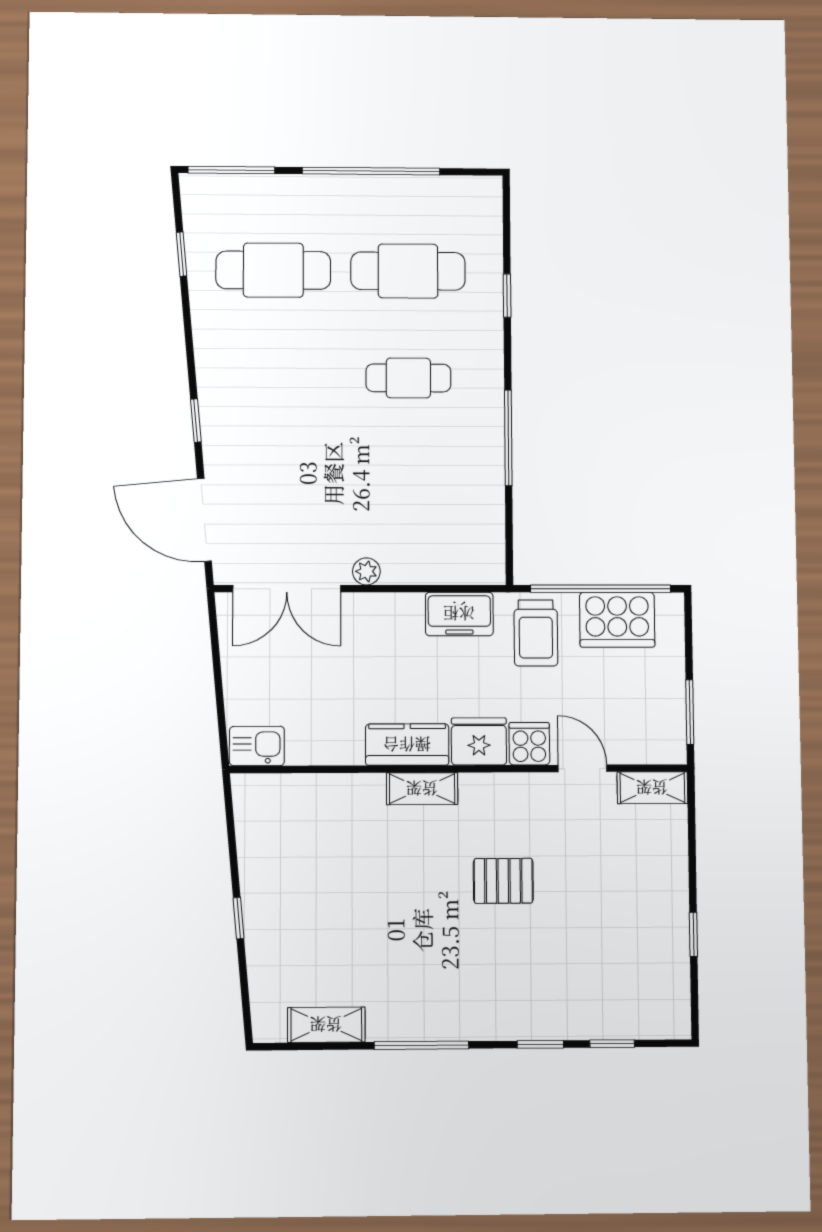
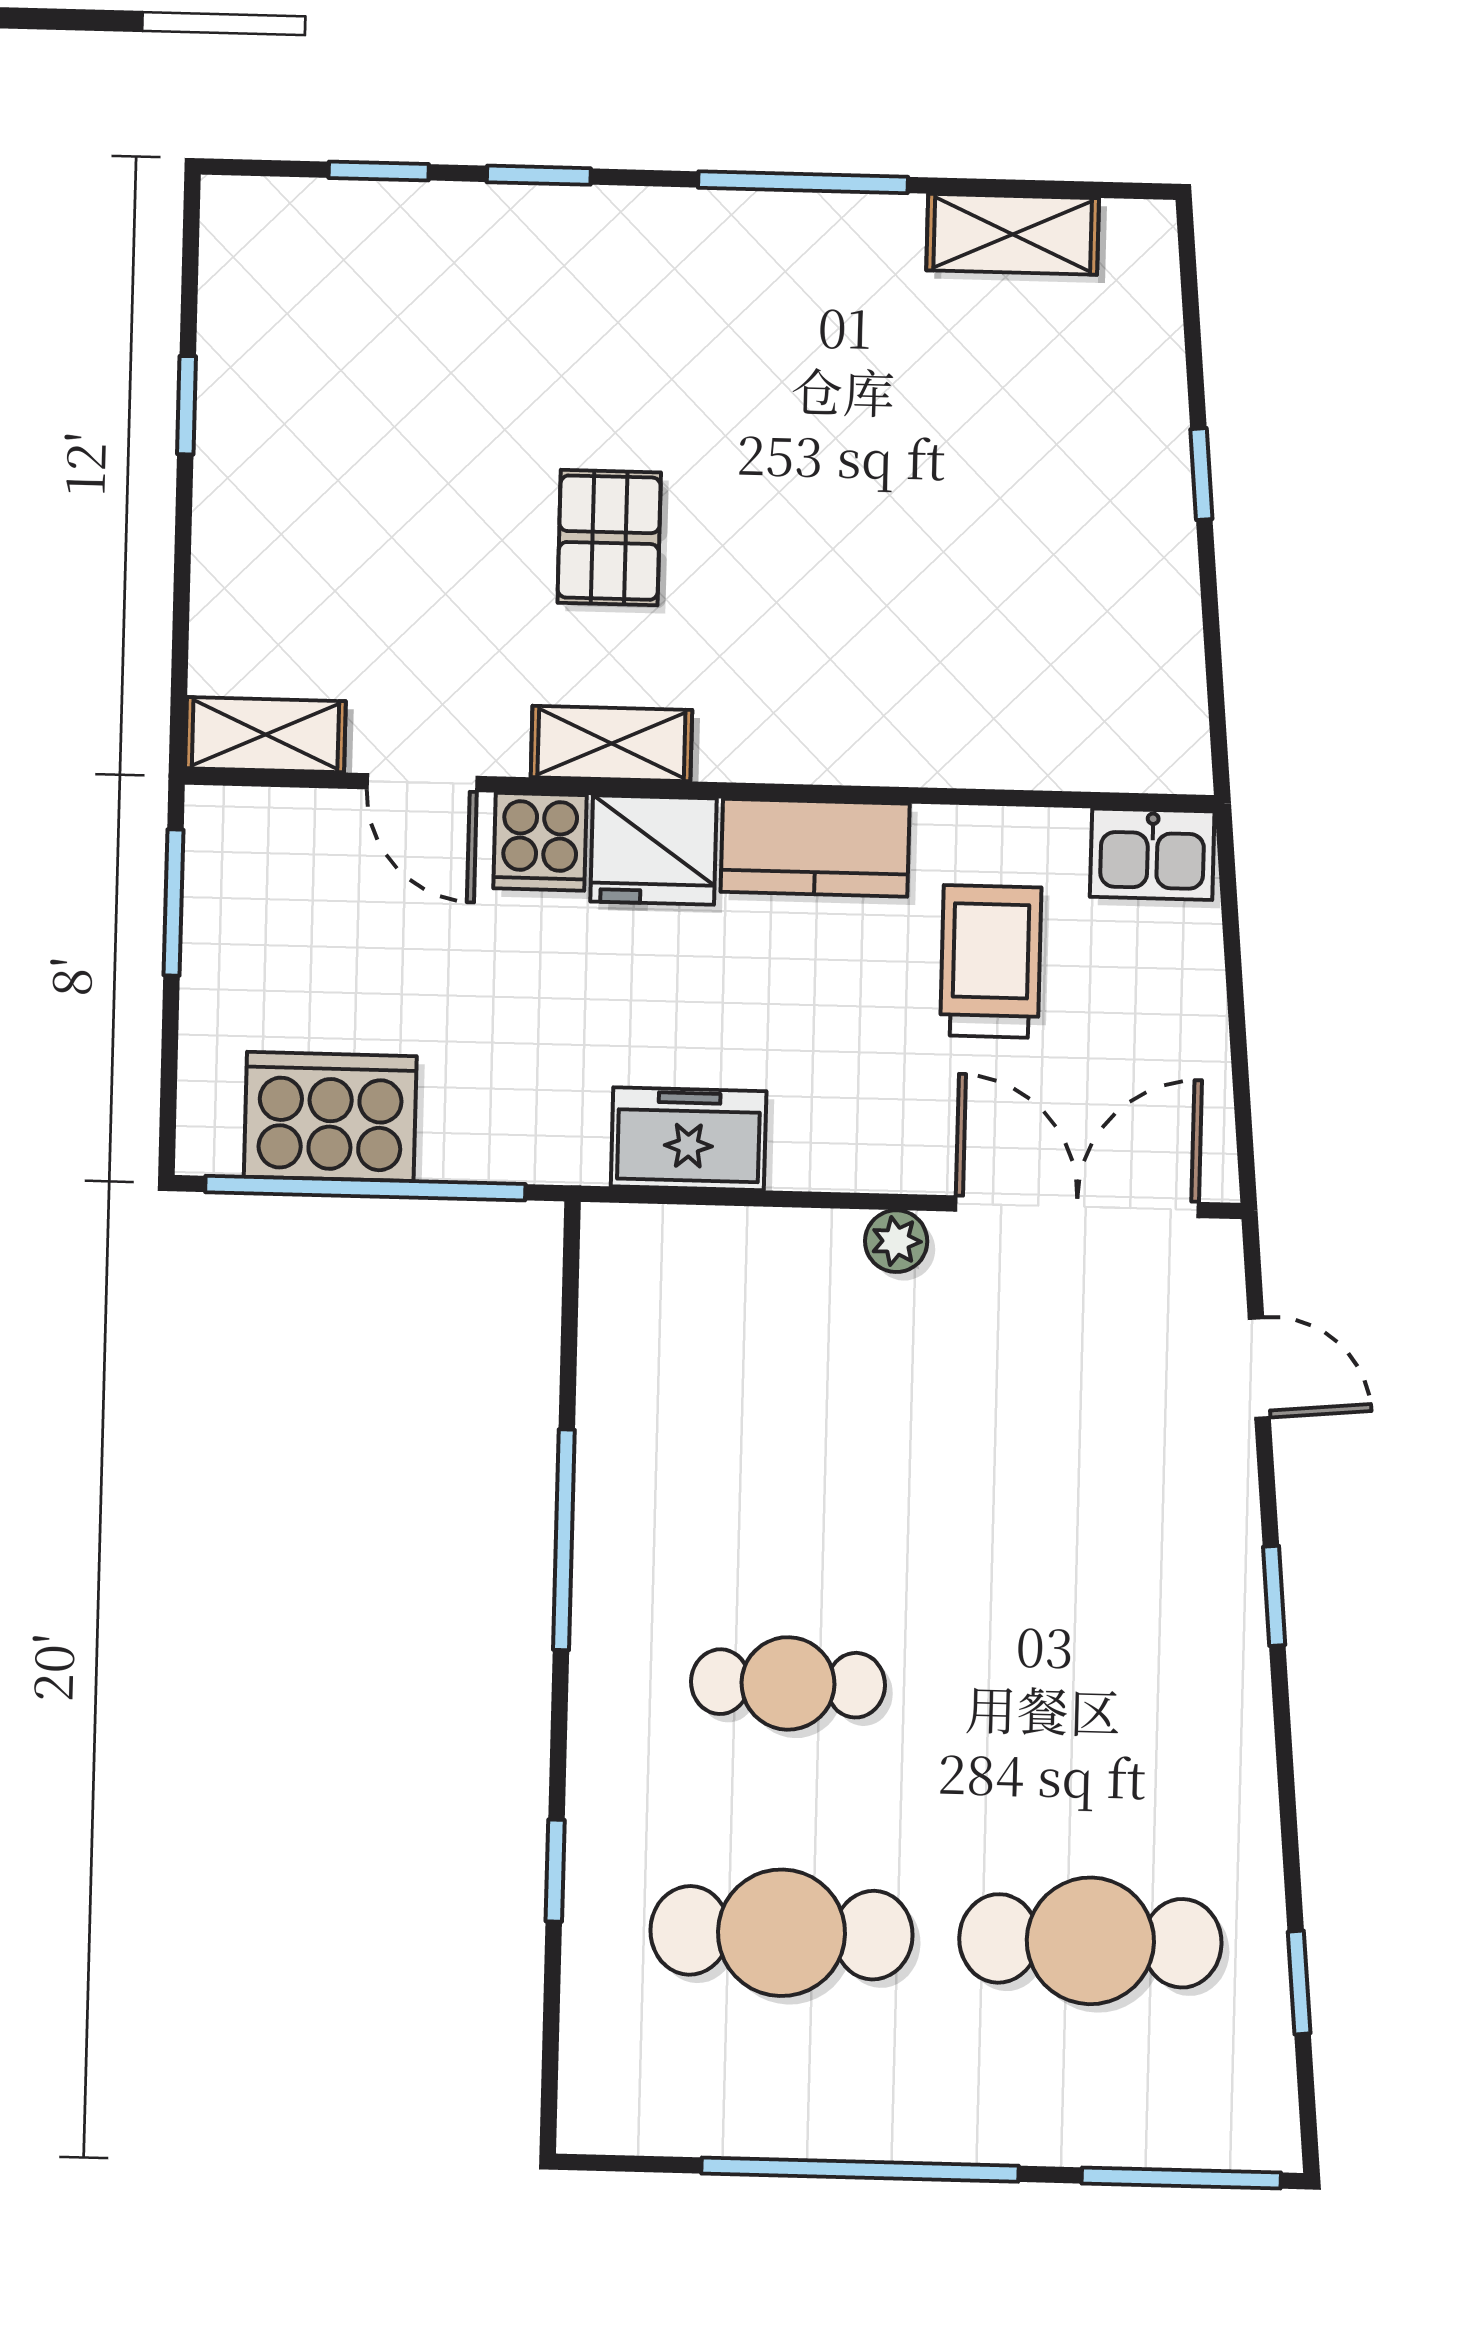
door: (204, 520) -> (1259, 1368), width x0.53
trolley: (536, 633) -> (991, 961), moved
shelving: (422, 789) -> (611, 744), moved
pallet: (503, 881) -> (609, 538), turned 90

